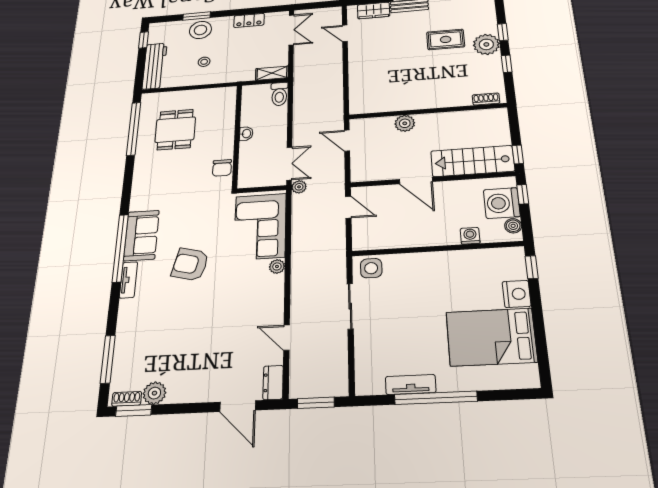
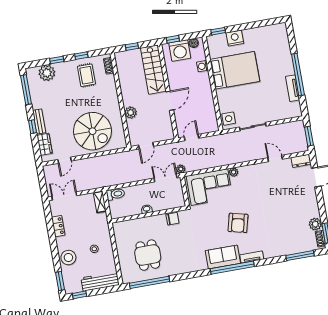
window: (197, 16) -> (60, 281), moved
rug: (446, 39) -> (86, 75), moved
plant: (486, 44) -> (47, 73), moved
spiral stairs: (383, 71) -> (92, 131), added
dining table: (175, 130) -> (148, 255), turned 90
window: (518, 154) -> (132, 47), moved
door: (287, 337) -> (275, 158), swing flipped
bed: (491, 337) -> (235, 70), moved, turned -90

